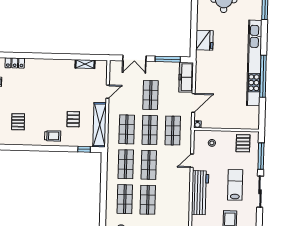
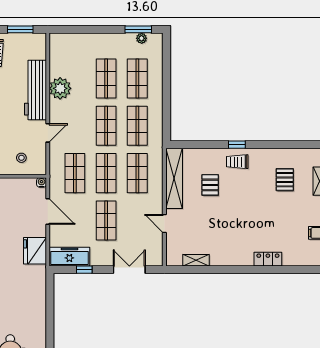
fridge: (204, 40) -> (35, 251), moved
window: (168, 59) -> (84, 270), width x0.46
locker: (15, 63) -> (268, 259), moved
freezer: (186, 77) -> (69, 257), moved, turned -90
door: (108, 92) -> (164, 224), hinge flipped
door: (193, 103) -> (48, 211), swing flipped
window: (84, 149) -> (237, 145), moved
plant: (182, 193) -> (60, 88), added

